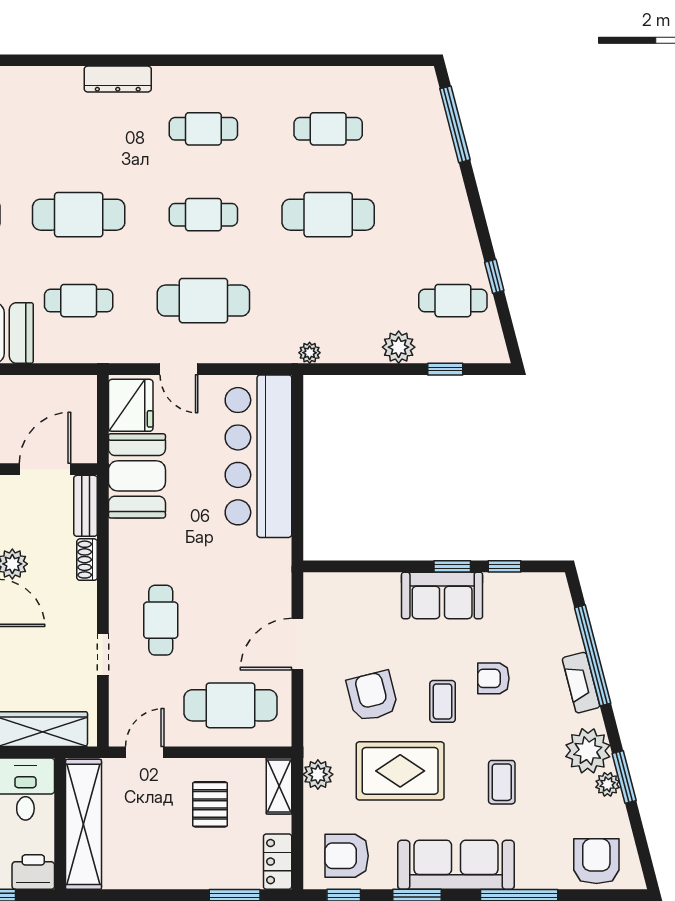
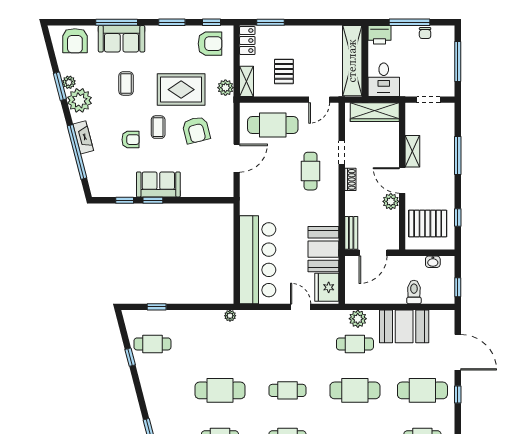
cafe table: (203, 301) -> (287, 344), removed
plant: (399, 347) -> (358, 319), moved
shoe rack: (87, 560) -> (350, 179), moved
sofa: (456, 865) -> (122, 39), moved, width x0.73

